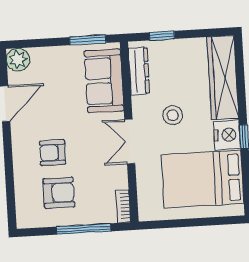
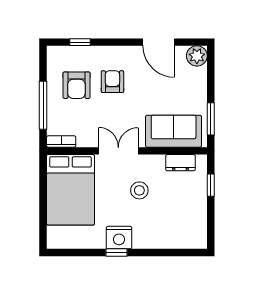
dresser: (139, 71) -> (180, 163), width x0.70
wardrobe: (223, 78) -> (170, 237), removed
bed: (203, 179) -> (70, 190), moved, turned 180
window: (10, 192) -> (80, 42), added

